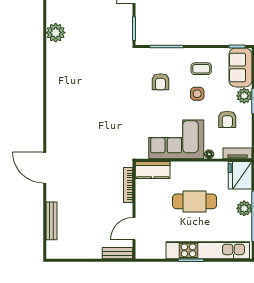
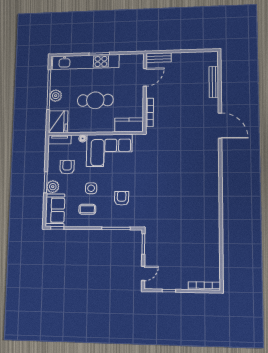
plant: (56, 33) -> (212, 241), removed

